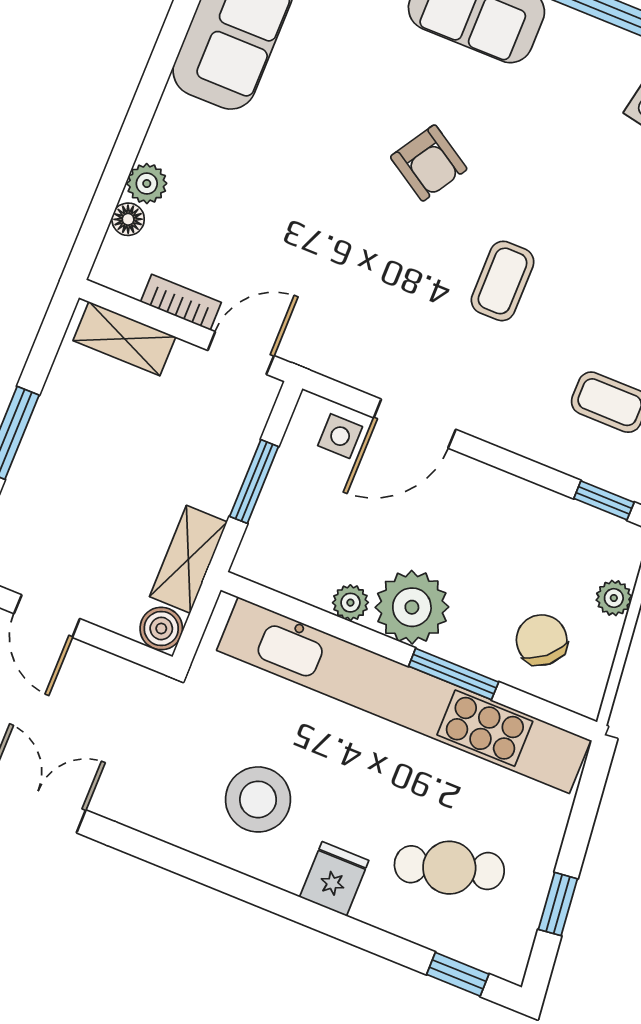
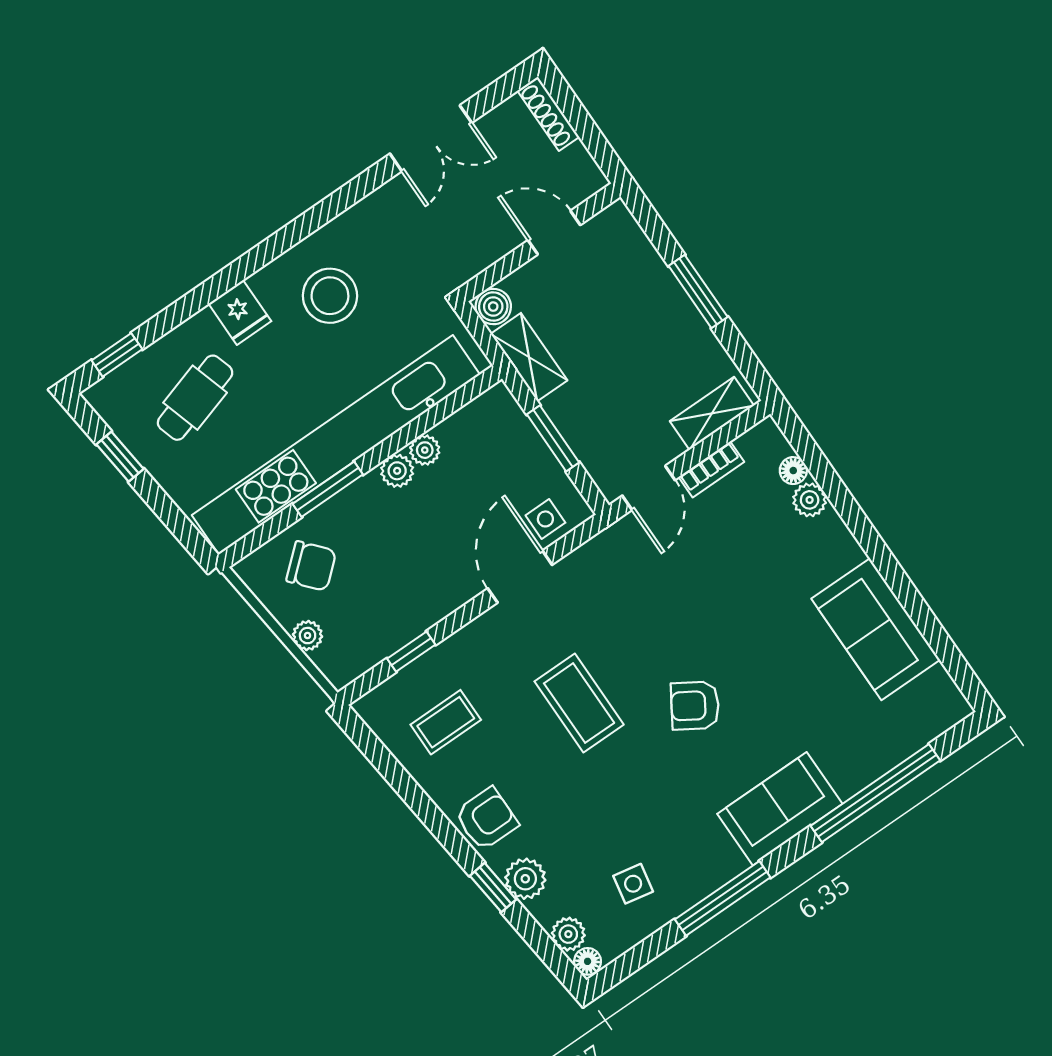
coffee table: (503, 281) -> (579, 703), width x1.36, depth x1.30
window: (604, 500) -> (411, 652), moved
plant: (412, 607) -> (397, 471), width x0.53, depth x0.53

